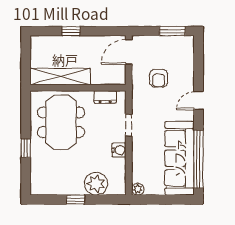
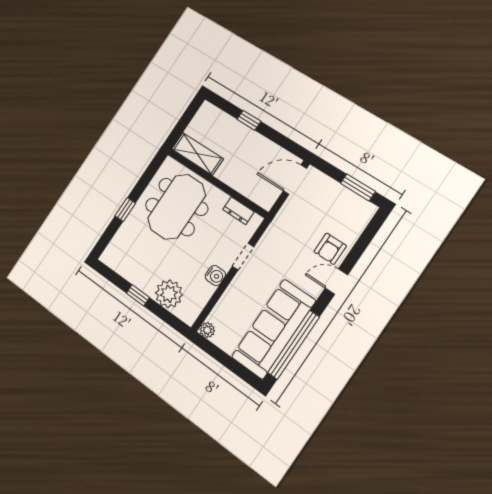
shelving: (60, 77) -> (197, 154), width x0.68
armchair: (159, 78) -> (330, 249), moved

